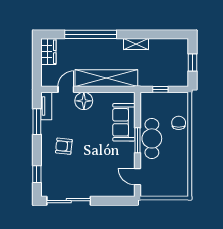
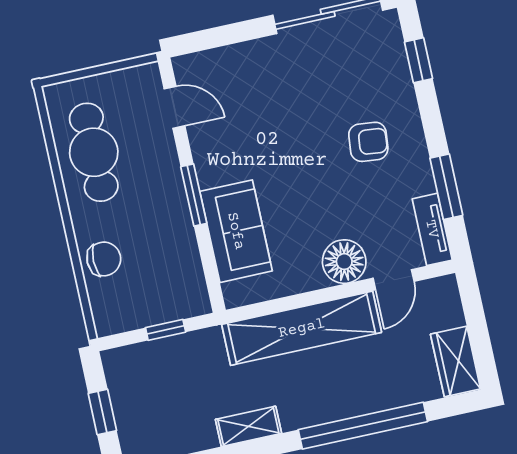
chair: (179, 123) -> (104, 259), turned -90
cafe table: (152, 138) -> (94, 152), moved

